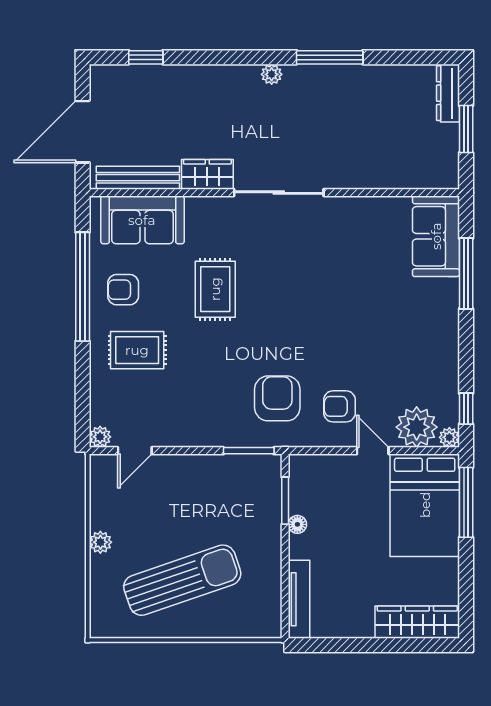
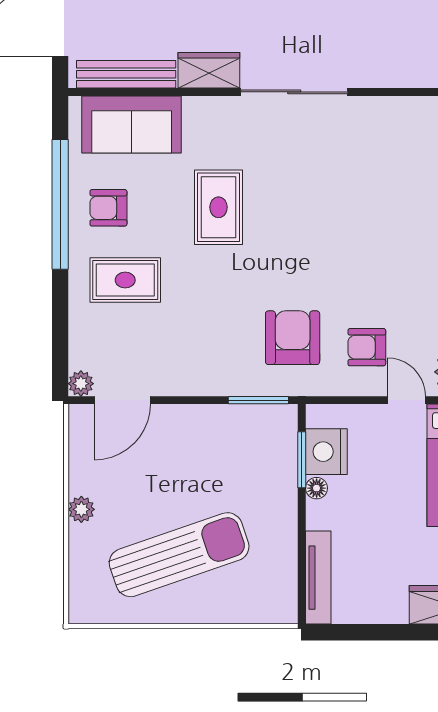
door: (135, 451) -> (122, 400), width x1.38
nightstand: (306, 494) -> (326, 452), added

